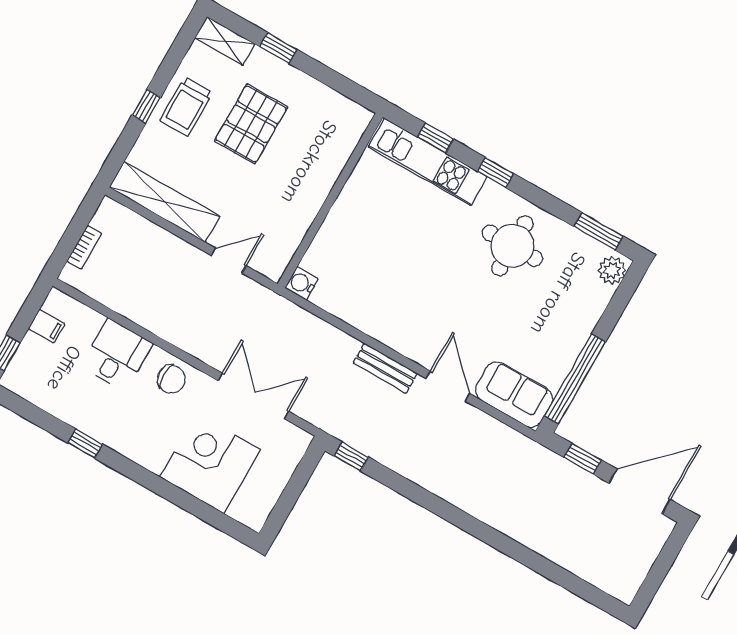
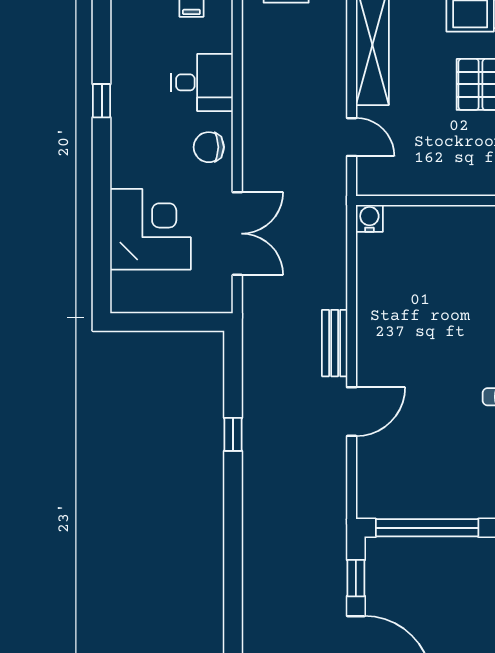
chair: (171, 379) -> (209, 147), turned 90
sofa: (514, 395) -> (379, 479), removed
window: (351, 456) -> (233, 434), moved

